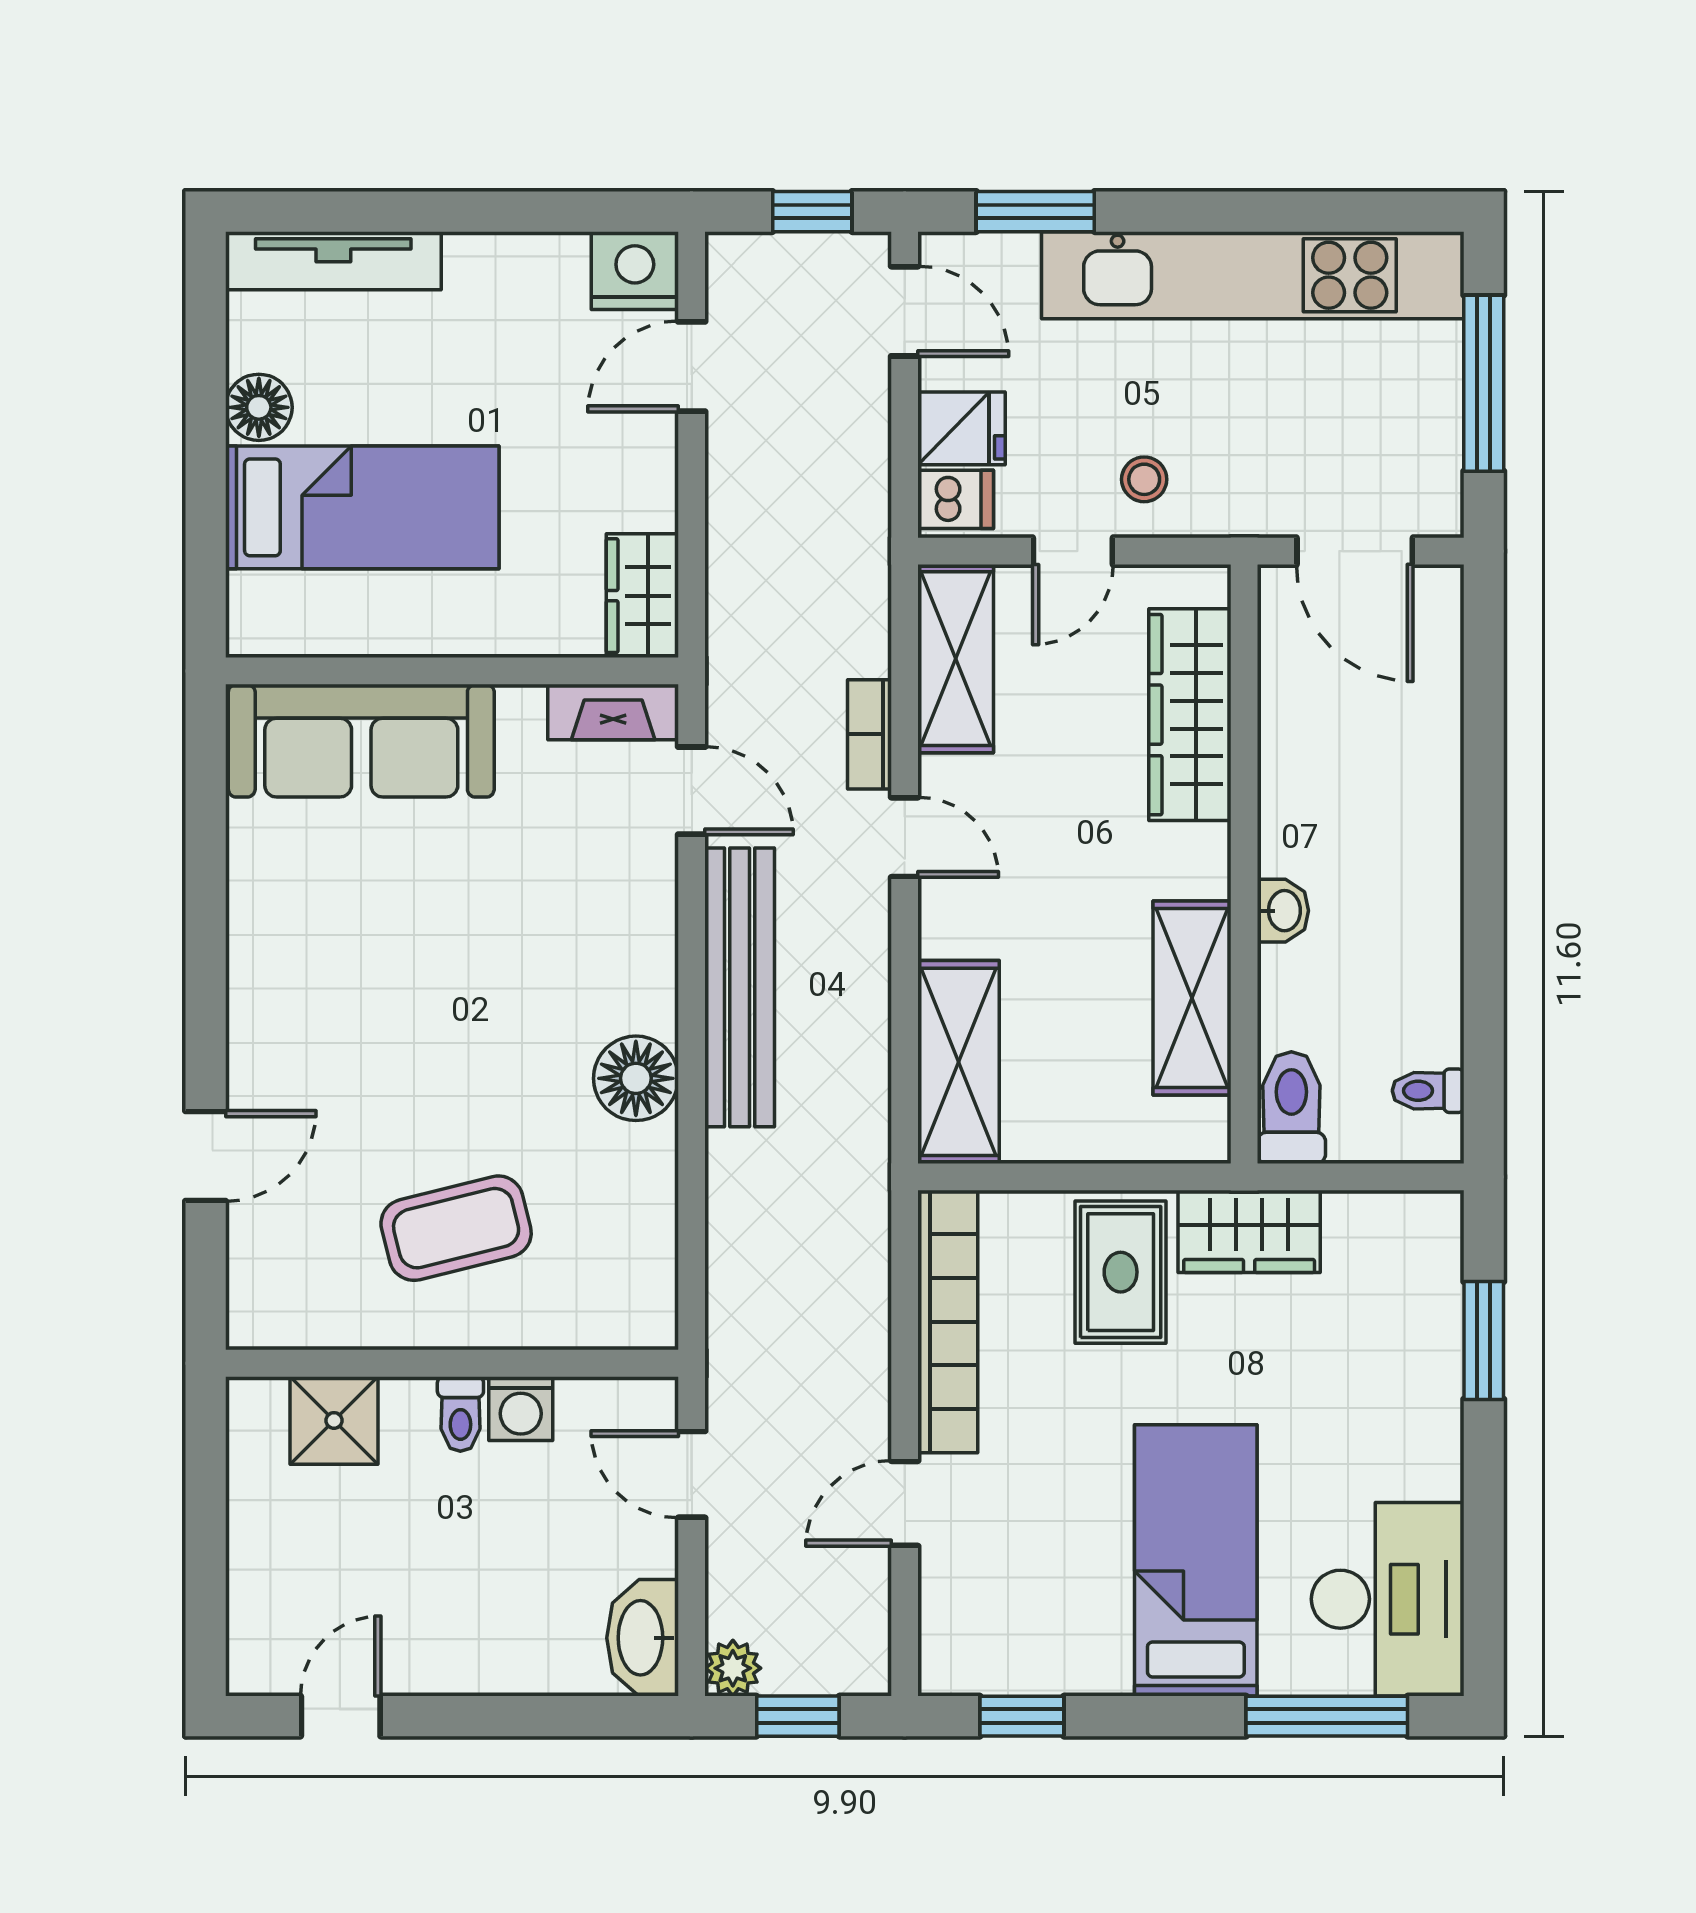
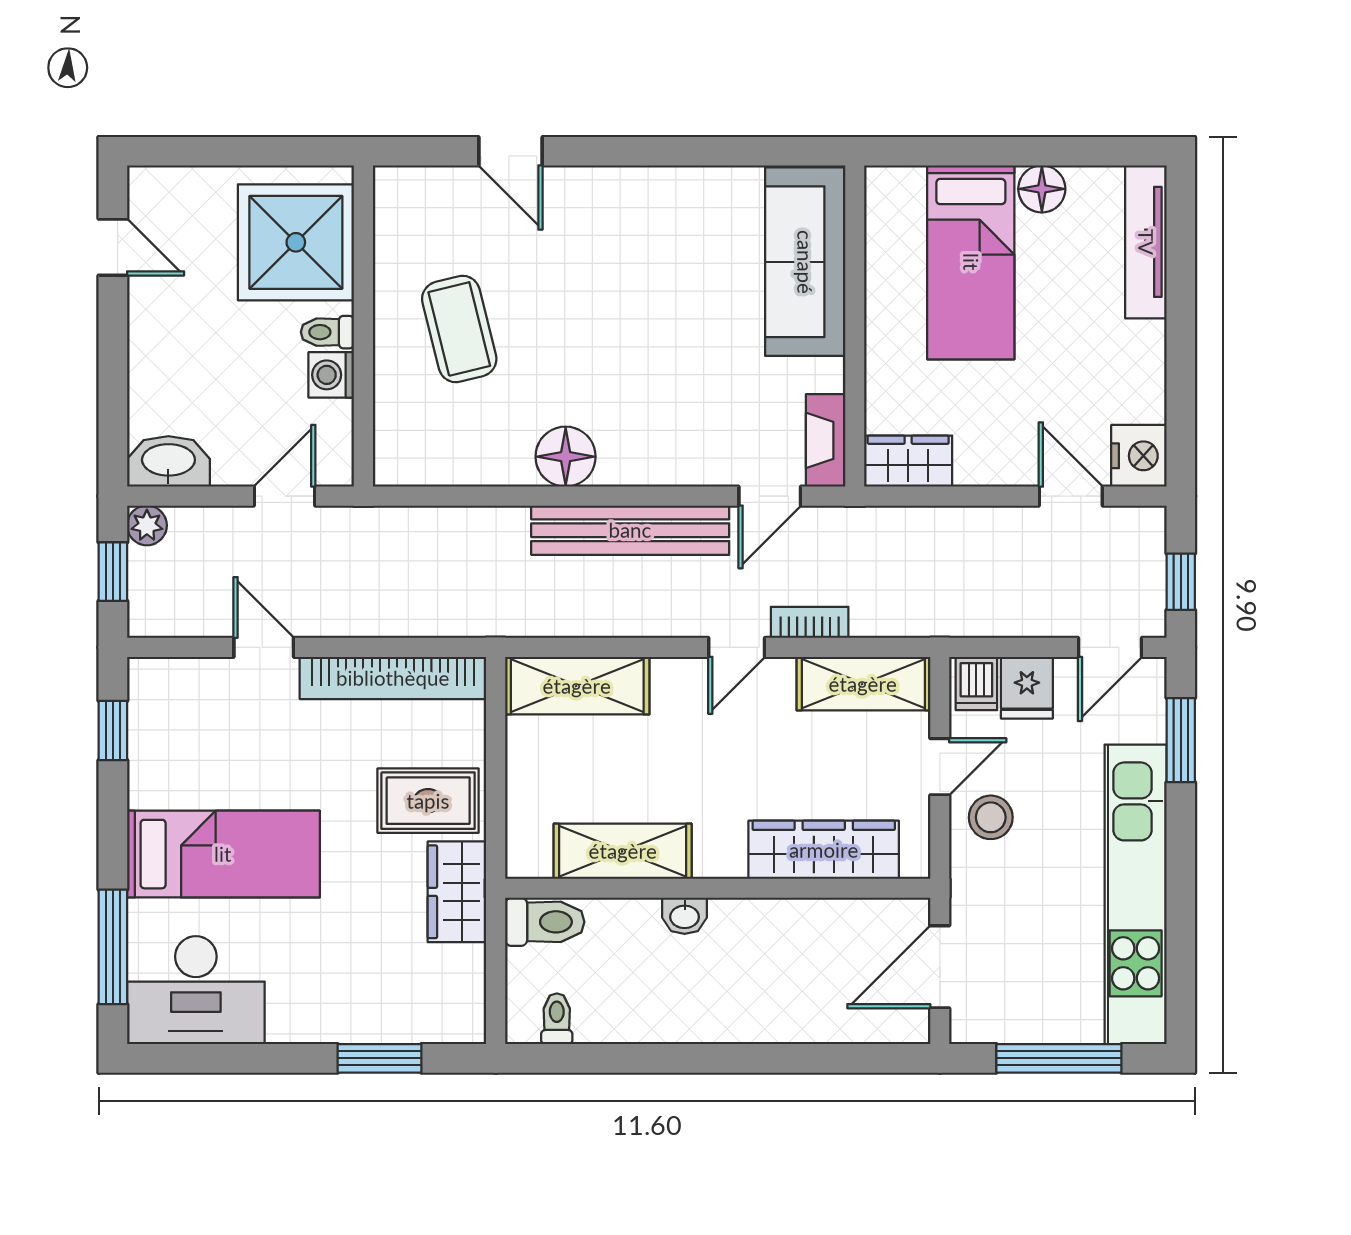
stool: (1144, 479) -> (991, 817), width x1.37, depth x1.37
door: (1073, 551) -> (940, 767), swing flipped
shower: (334, 1420) -> (296, 242), width x1.86, depth x1.86

